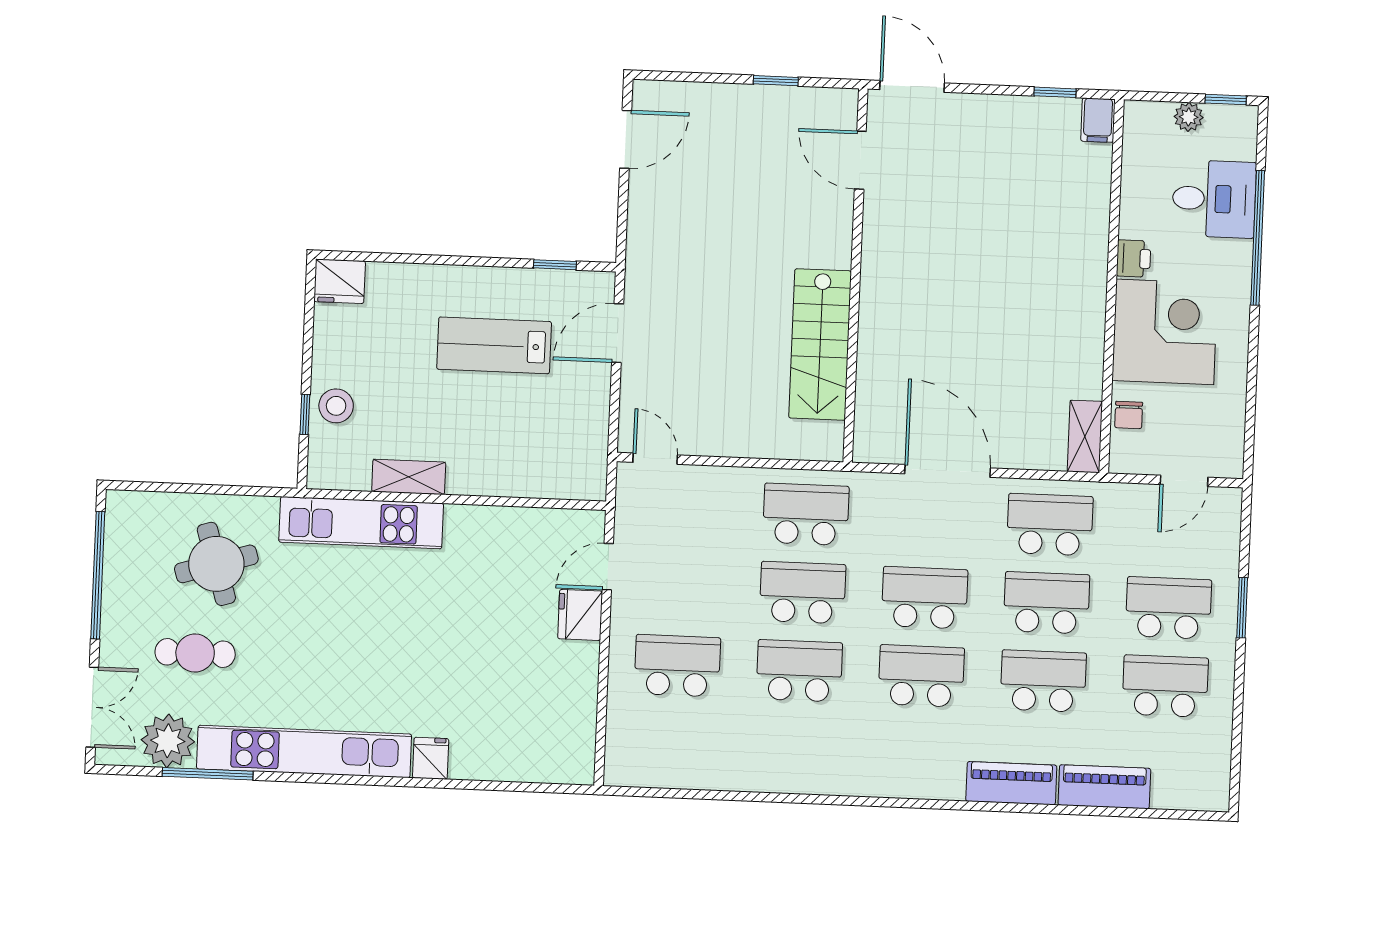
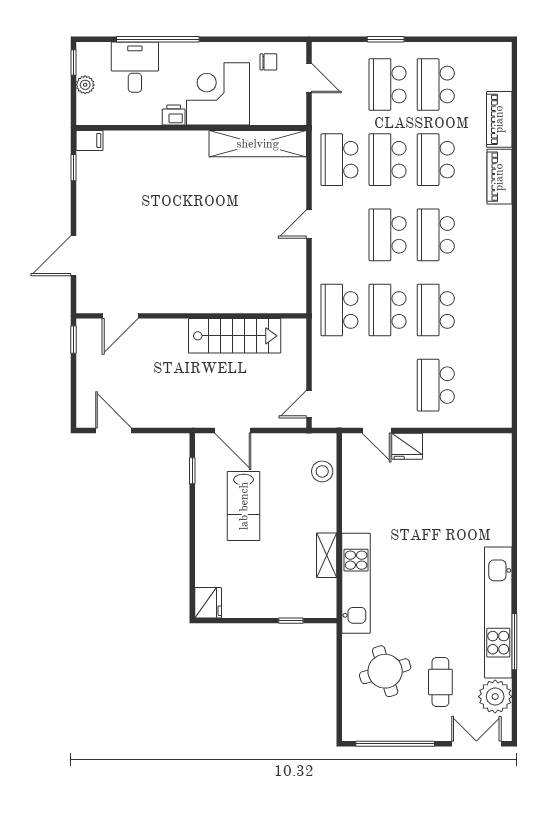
door: (860, 160) -> (120, 316), moved
wall: (855, 276) -> (191, 316), moved
stairs: (820, 344) -> (235, 336), moved
stool: (336, 406) -> (322, 471), moved
chair: (1129, 415) -> (268, 62), moved
shelving: (1085, 436) -> (258, 144), width x2.20, depth x1.33
door: (948, 471) -> (309, 224), width x0.53
fridge: (431, 758) -> (499, 534), removed
window: (208, 774) -> (514, 642), moved

